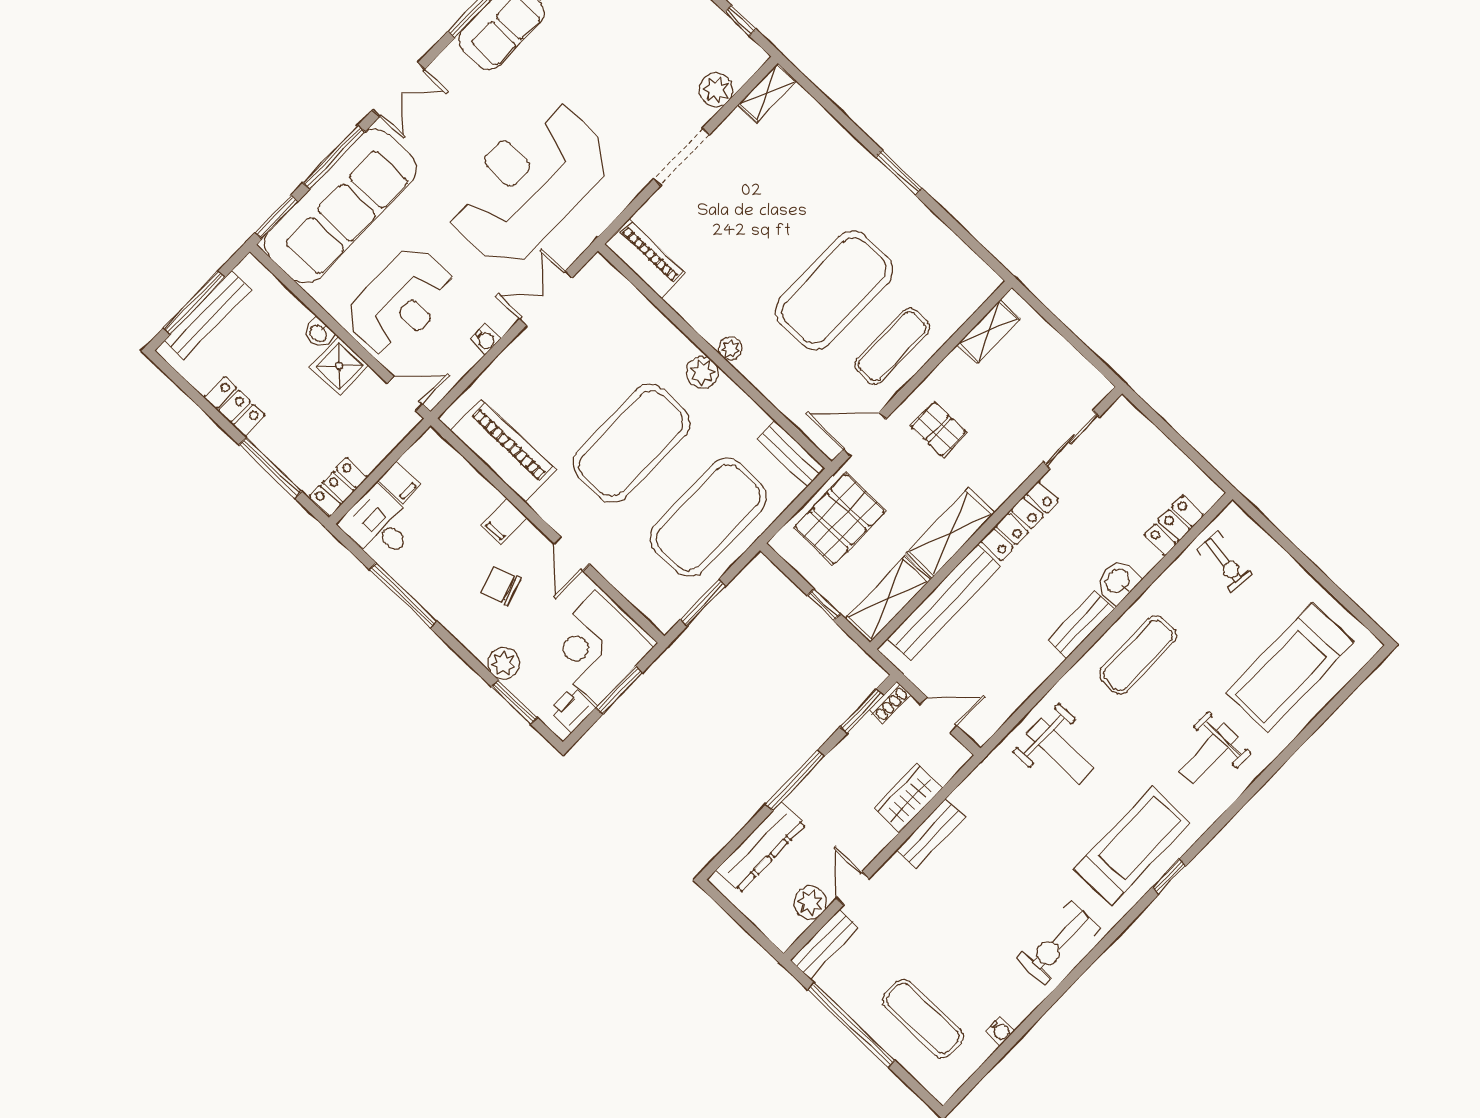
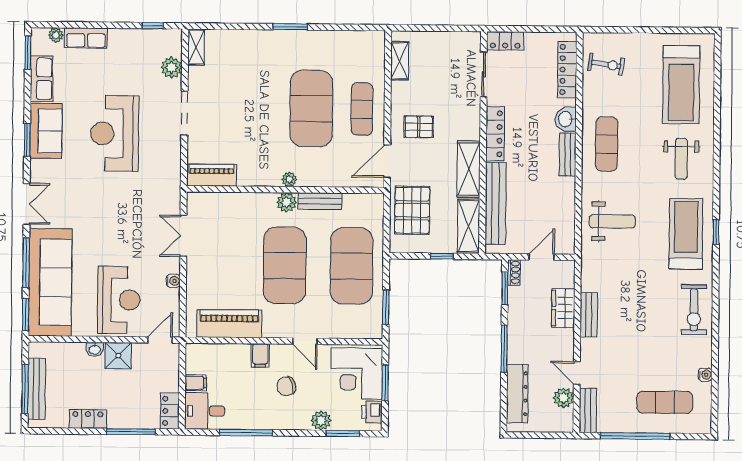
reception desk: (528, 183) -> (115, 133), moved, width x0.74, depth x0.77
locker: (1133, 424) -> (505, 41), added
bench: (791, 454) -> (320, 201), moved
locker: (1174, 525) -> (567, 70), width x1.53

